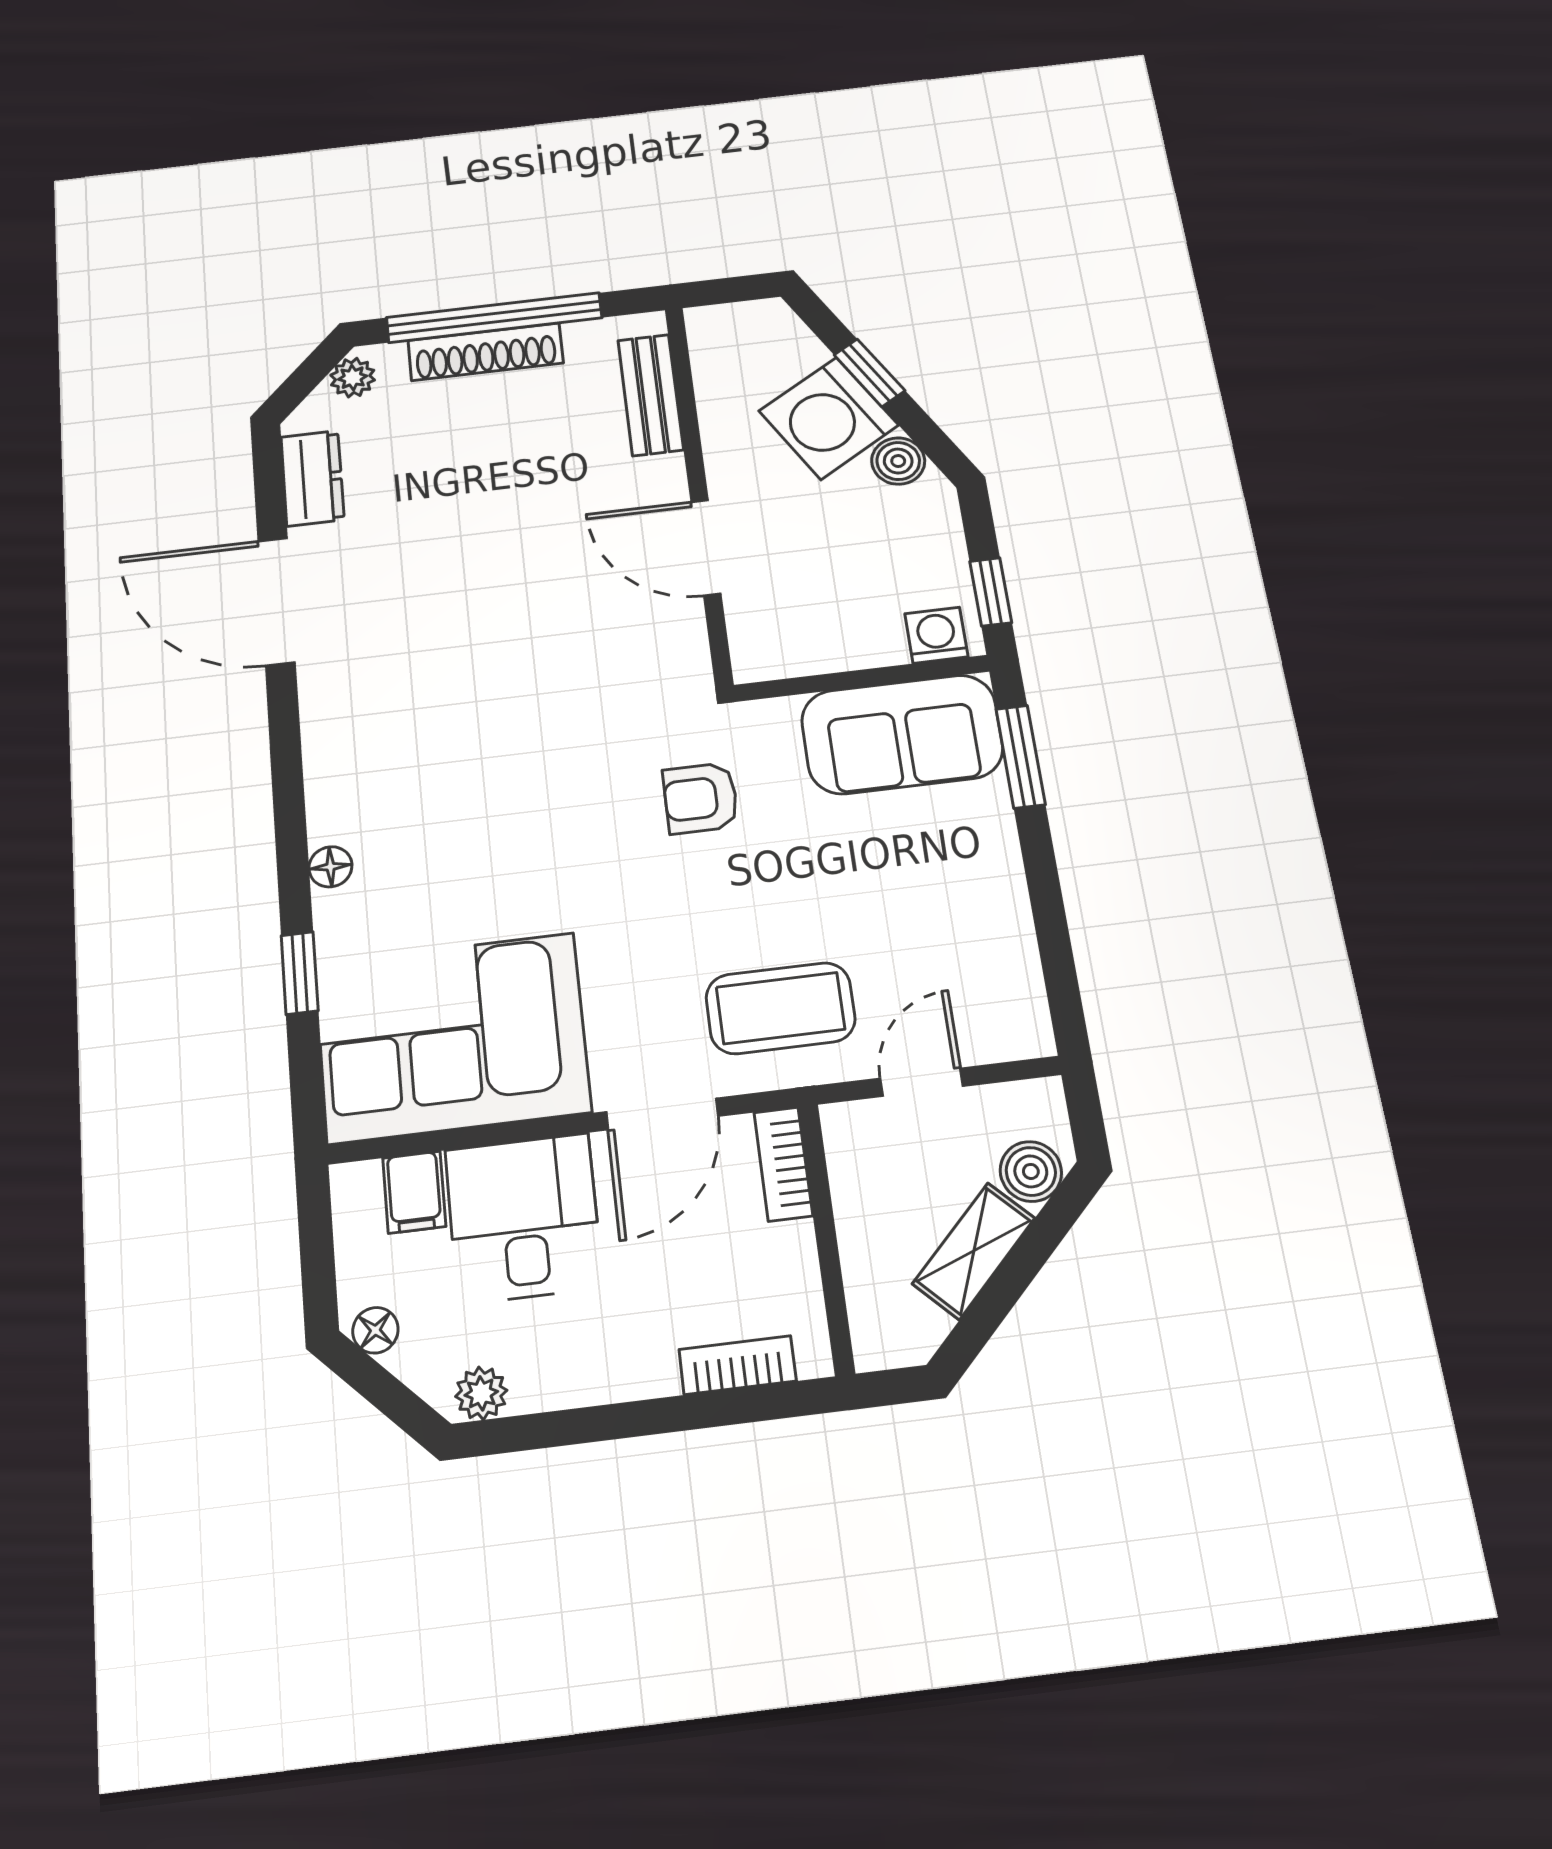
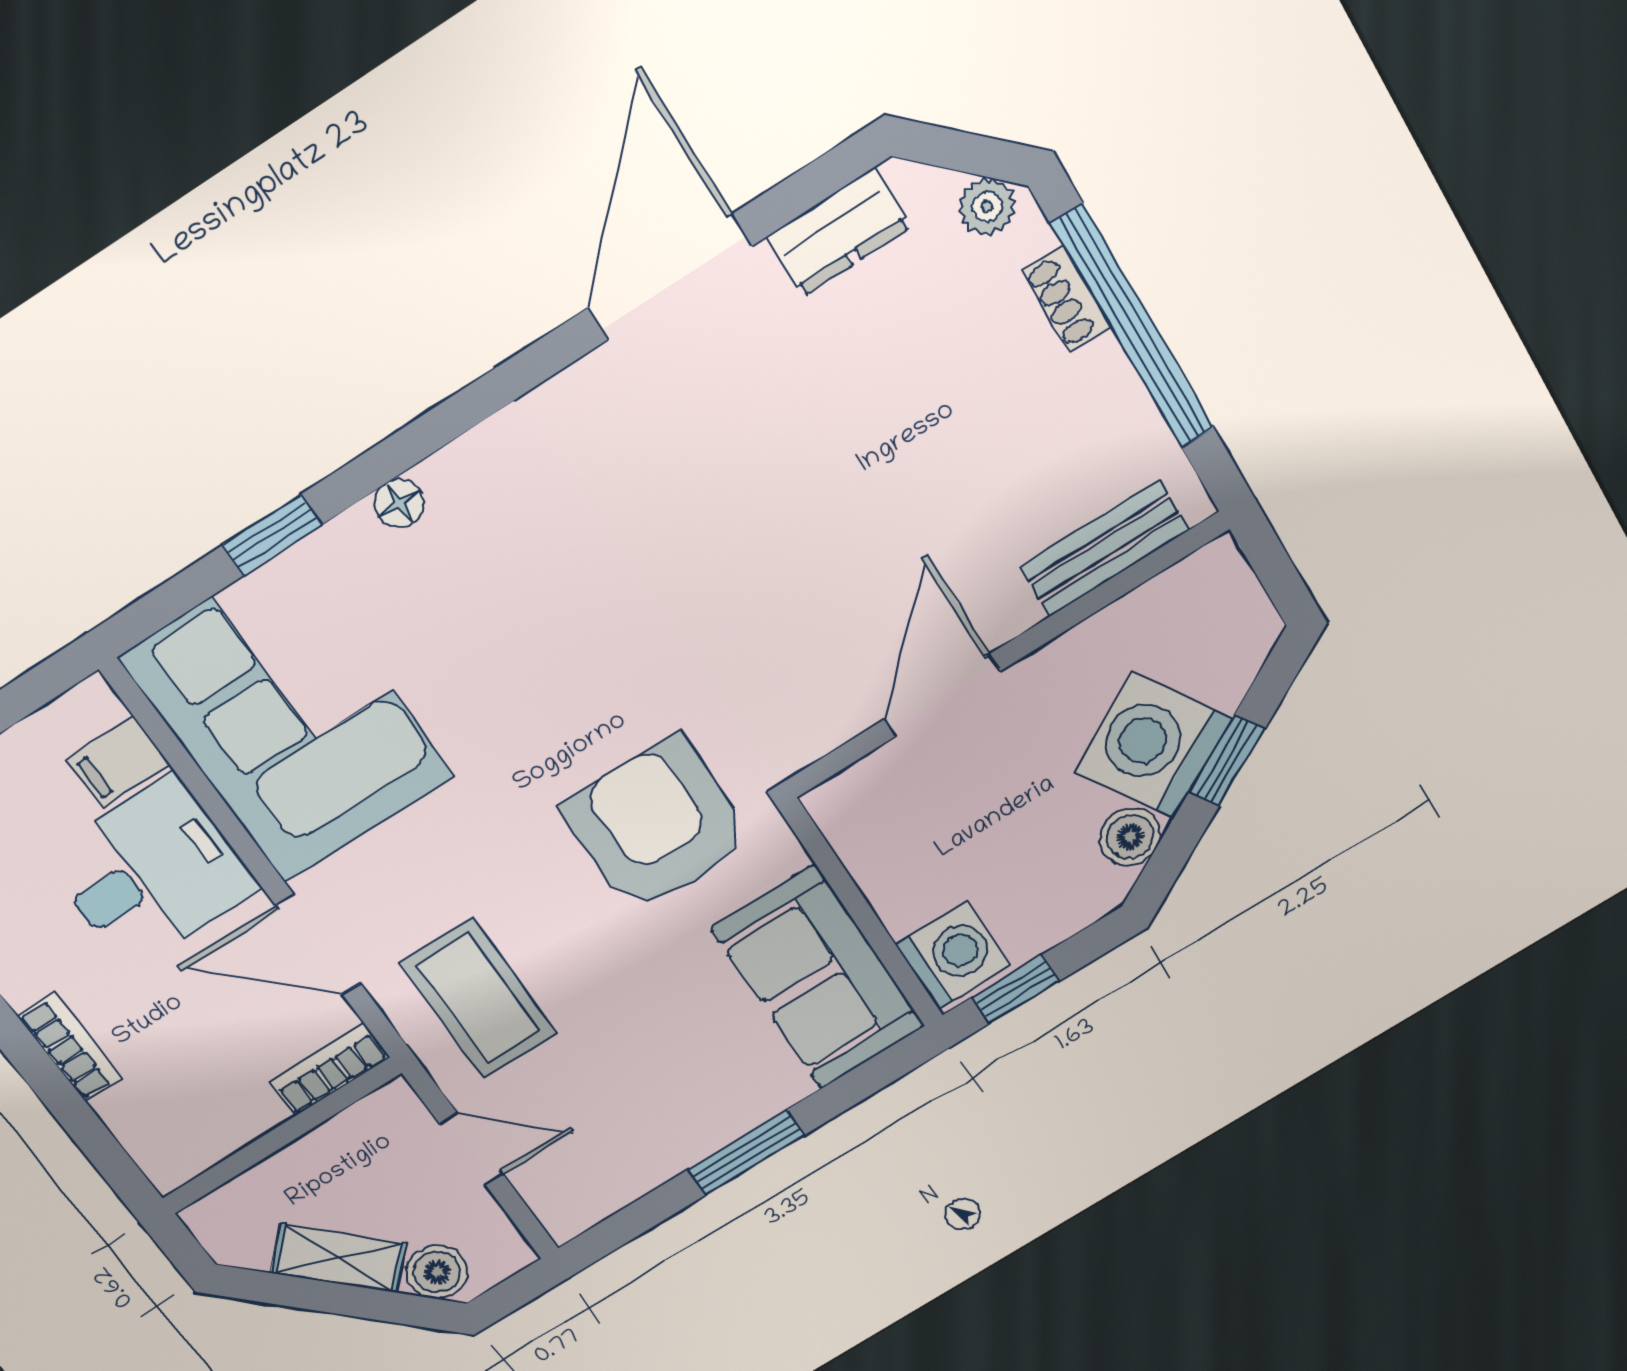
shoe rack: (486, 352) -> (1066, 299), width x0.51, depth x0.81
washing machine: (936, 635) -> (953, 955), width x1.38, depth x1.38
window: (1020, 757) -> (746, 1152), moved
armchair: (701, 798) -> (657, 825), width x1.88, depth x1.88
bookcase: (738, 1365) -> (70, 1047), moved

